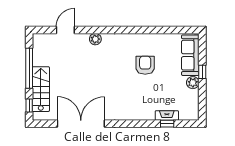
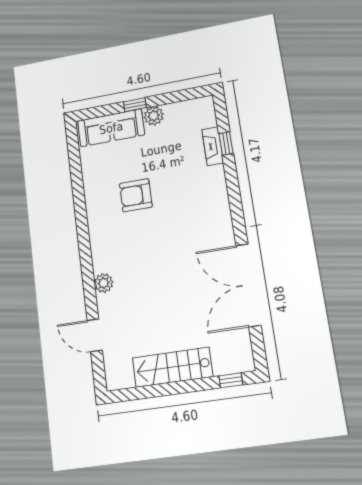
window: (29, 68) -> (166, 389), removed
stairs: (41, 89) -> (172, 367), moved

